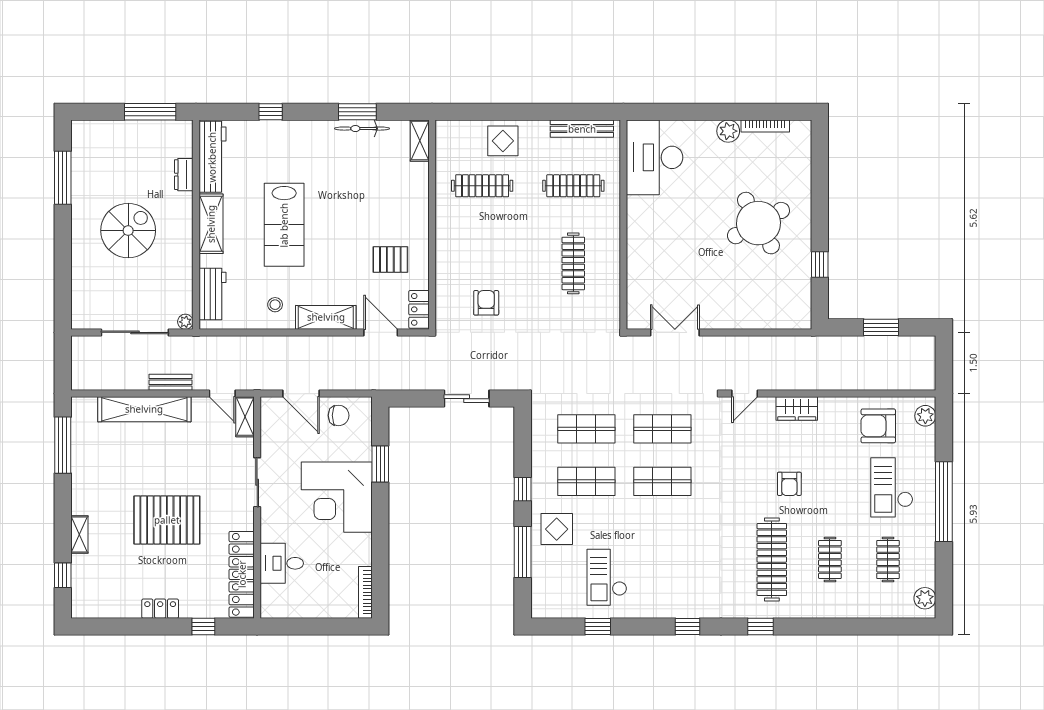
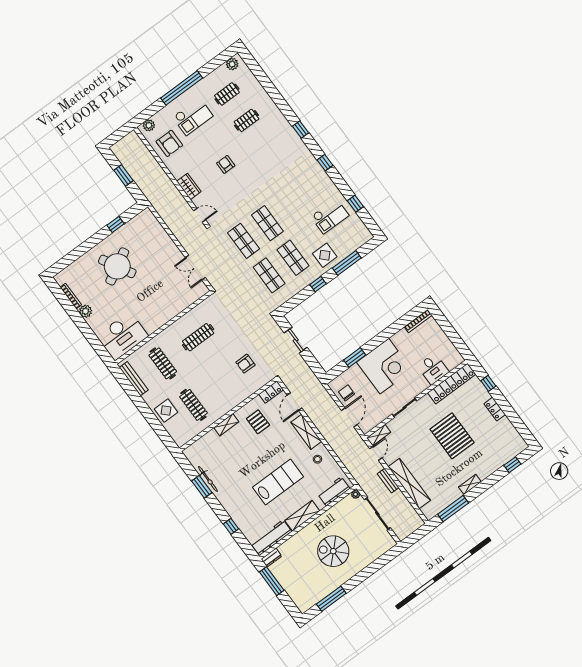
shelving: (420, 141) -> (226, 425), moved
dresser: (184, 175) -> (271, 558), moved
armchair: (789, 484) -> (226, 164), turned -90
shelving: (79, 535) -> (470, 484), moved
clothes rail: (772, 559) -> (266, 147), removed

